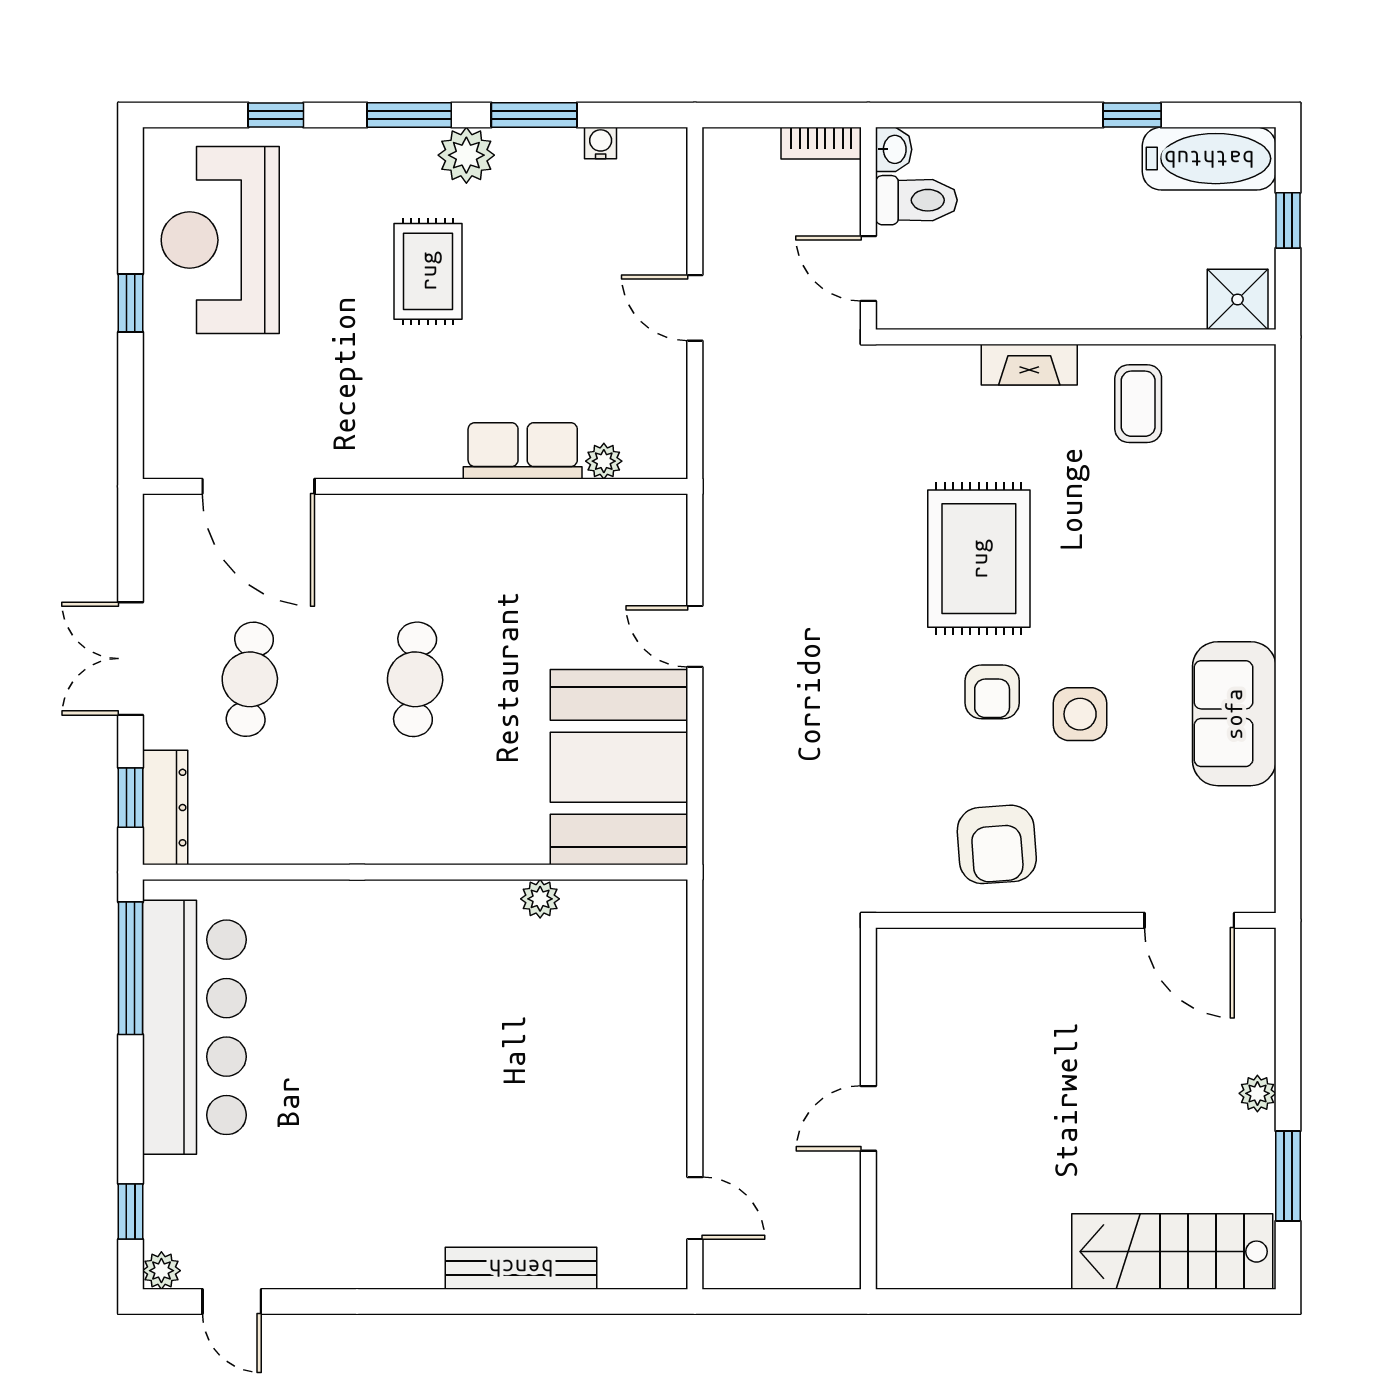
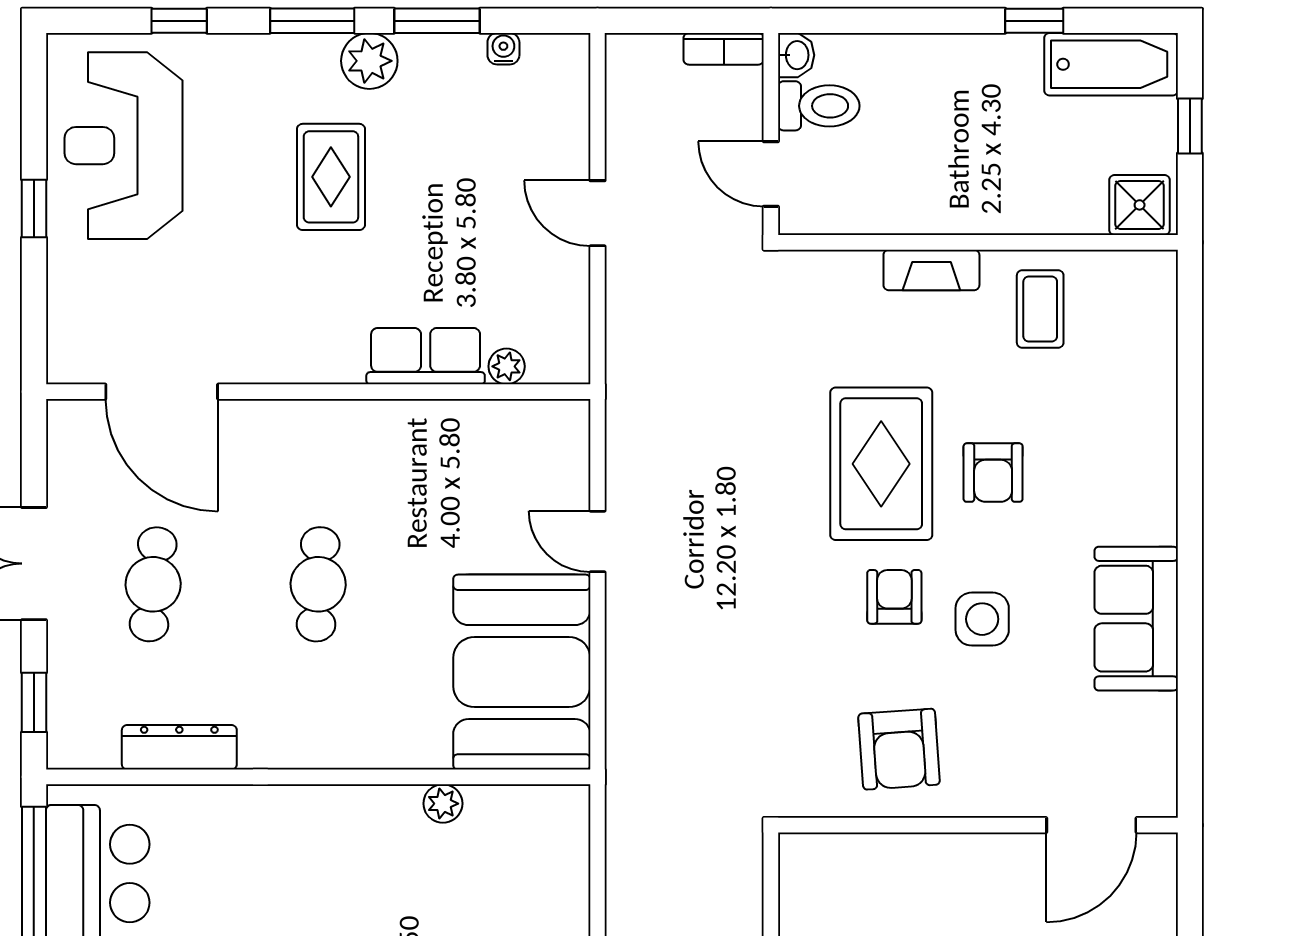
armchair: (1091, 567) -> (993, 473), added
armchair: (992, 692) -> (894, 597), turned 180
dresser: (165, 808) -> (179, 747), moved, turned -90
door: (1189, 920) -> (1091, 825), hinge flipped

